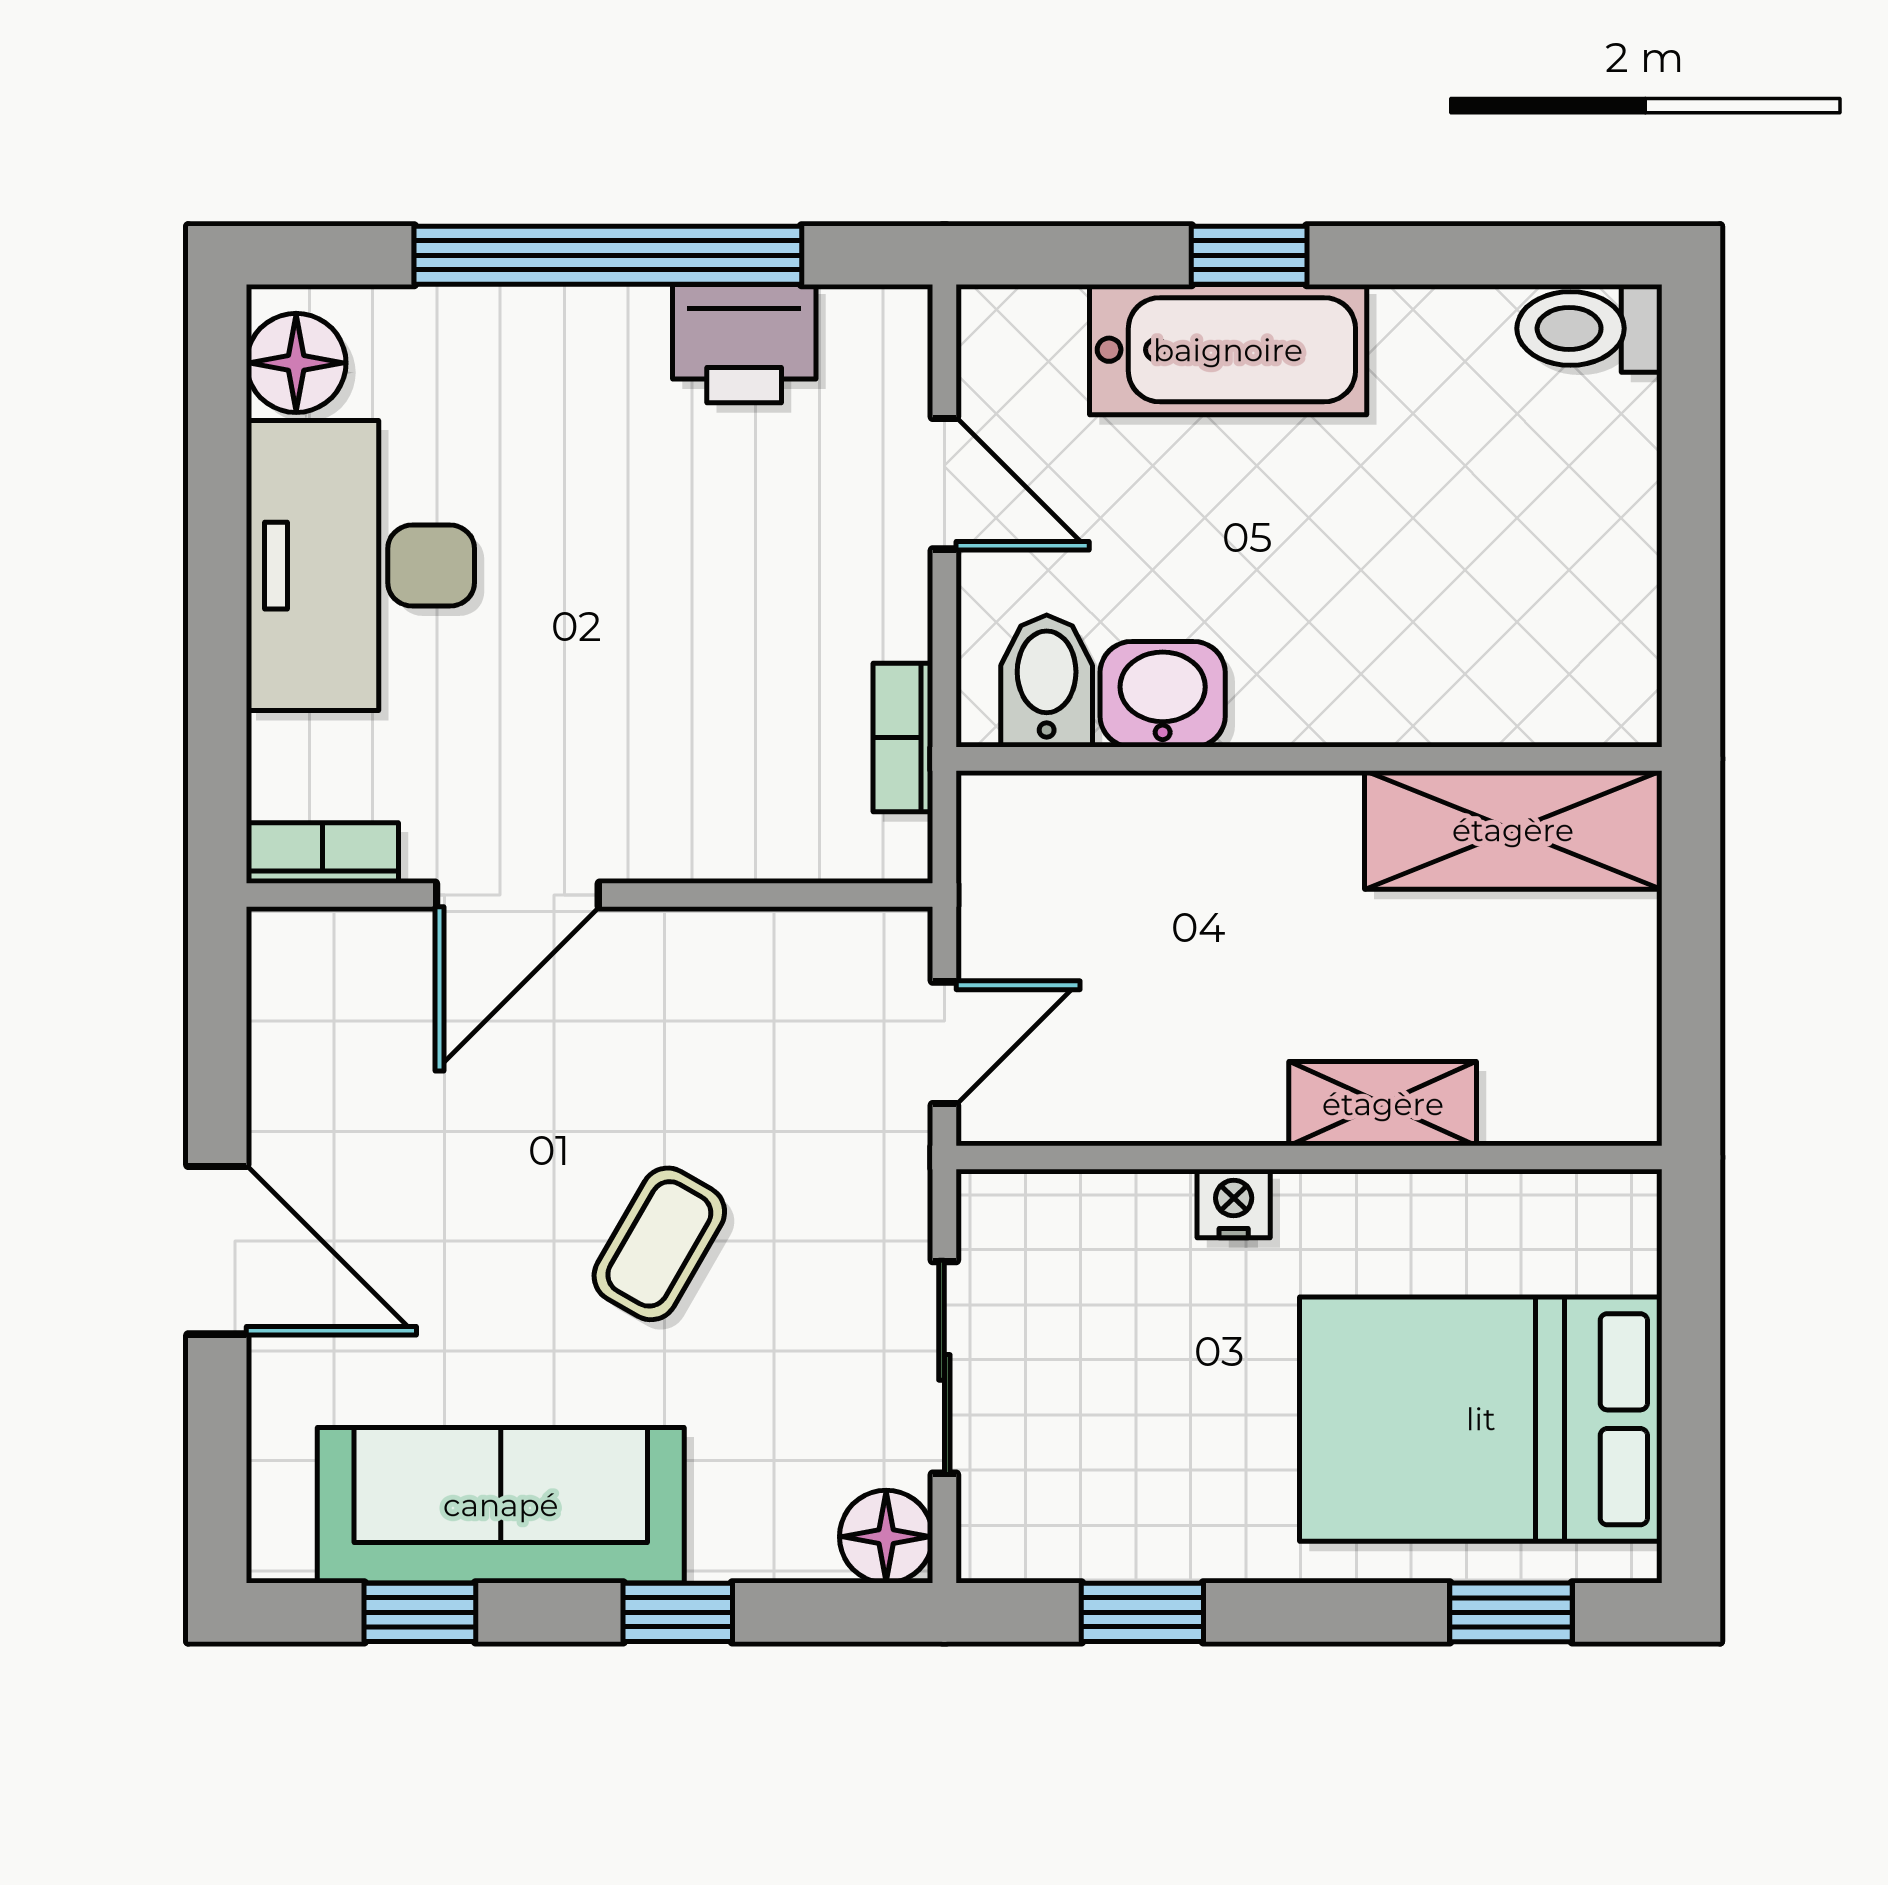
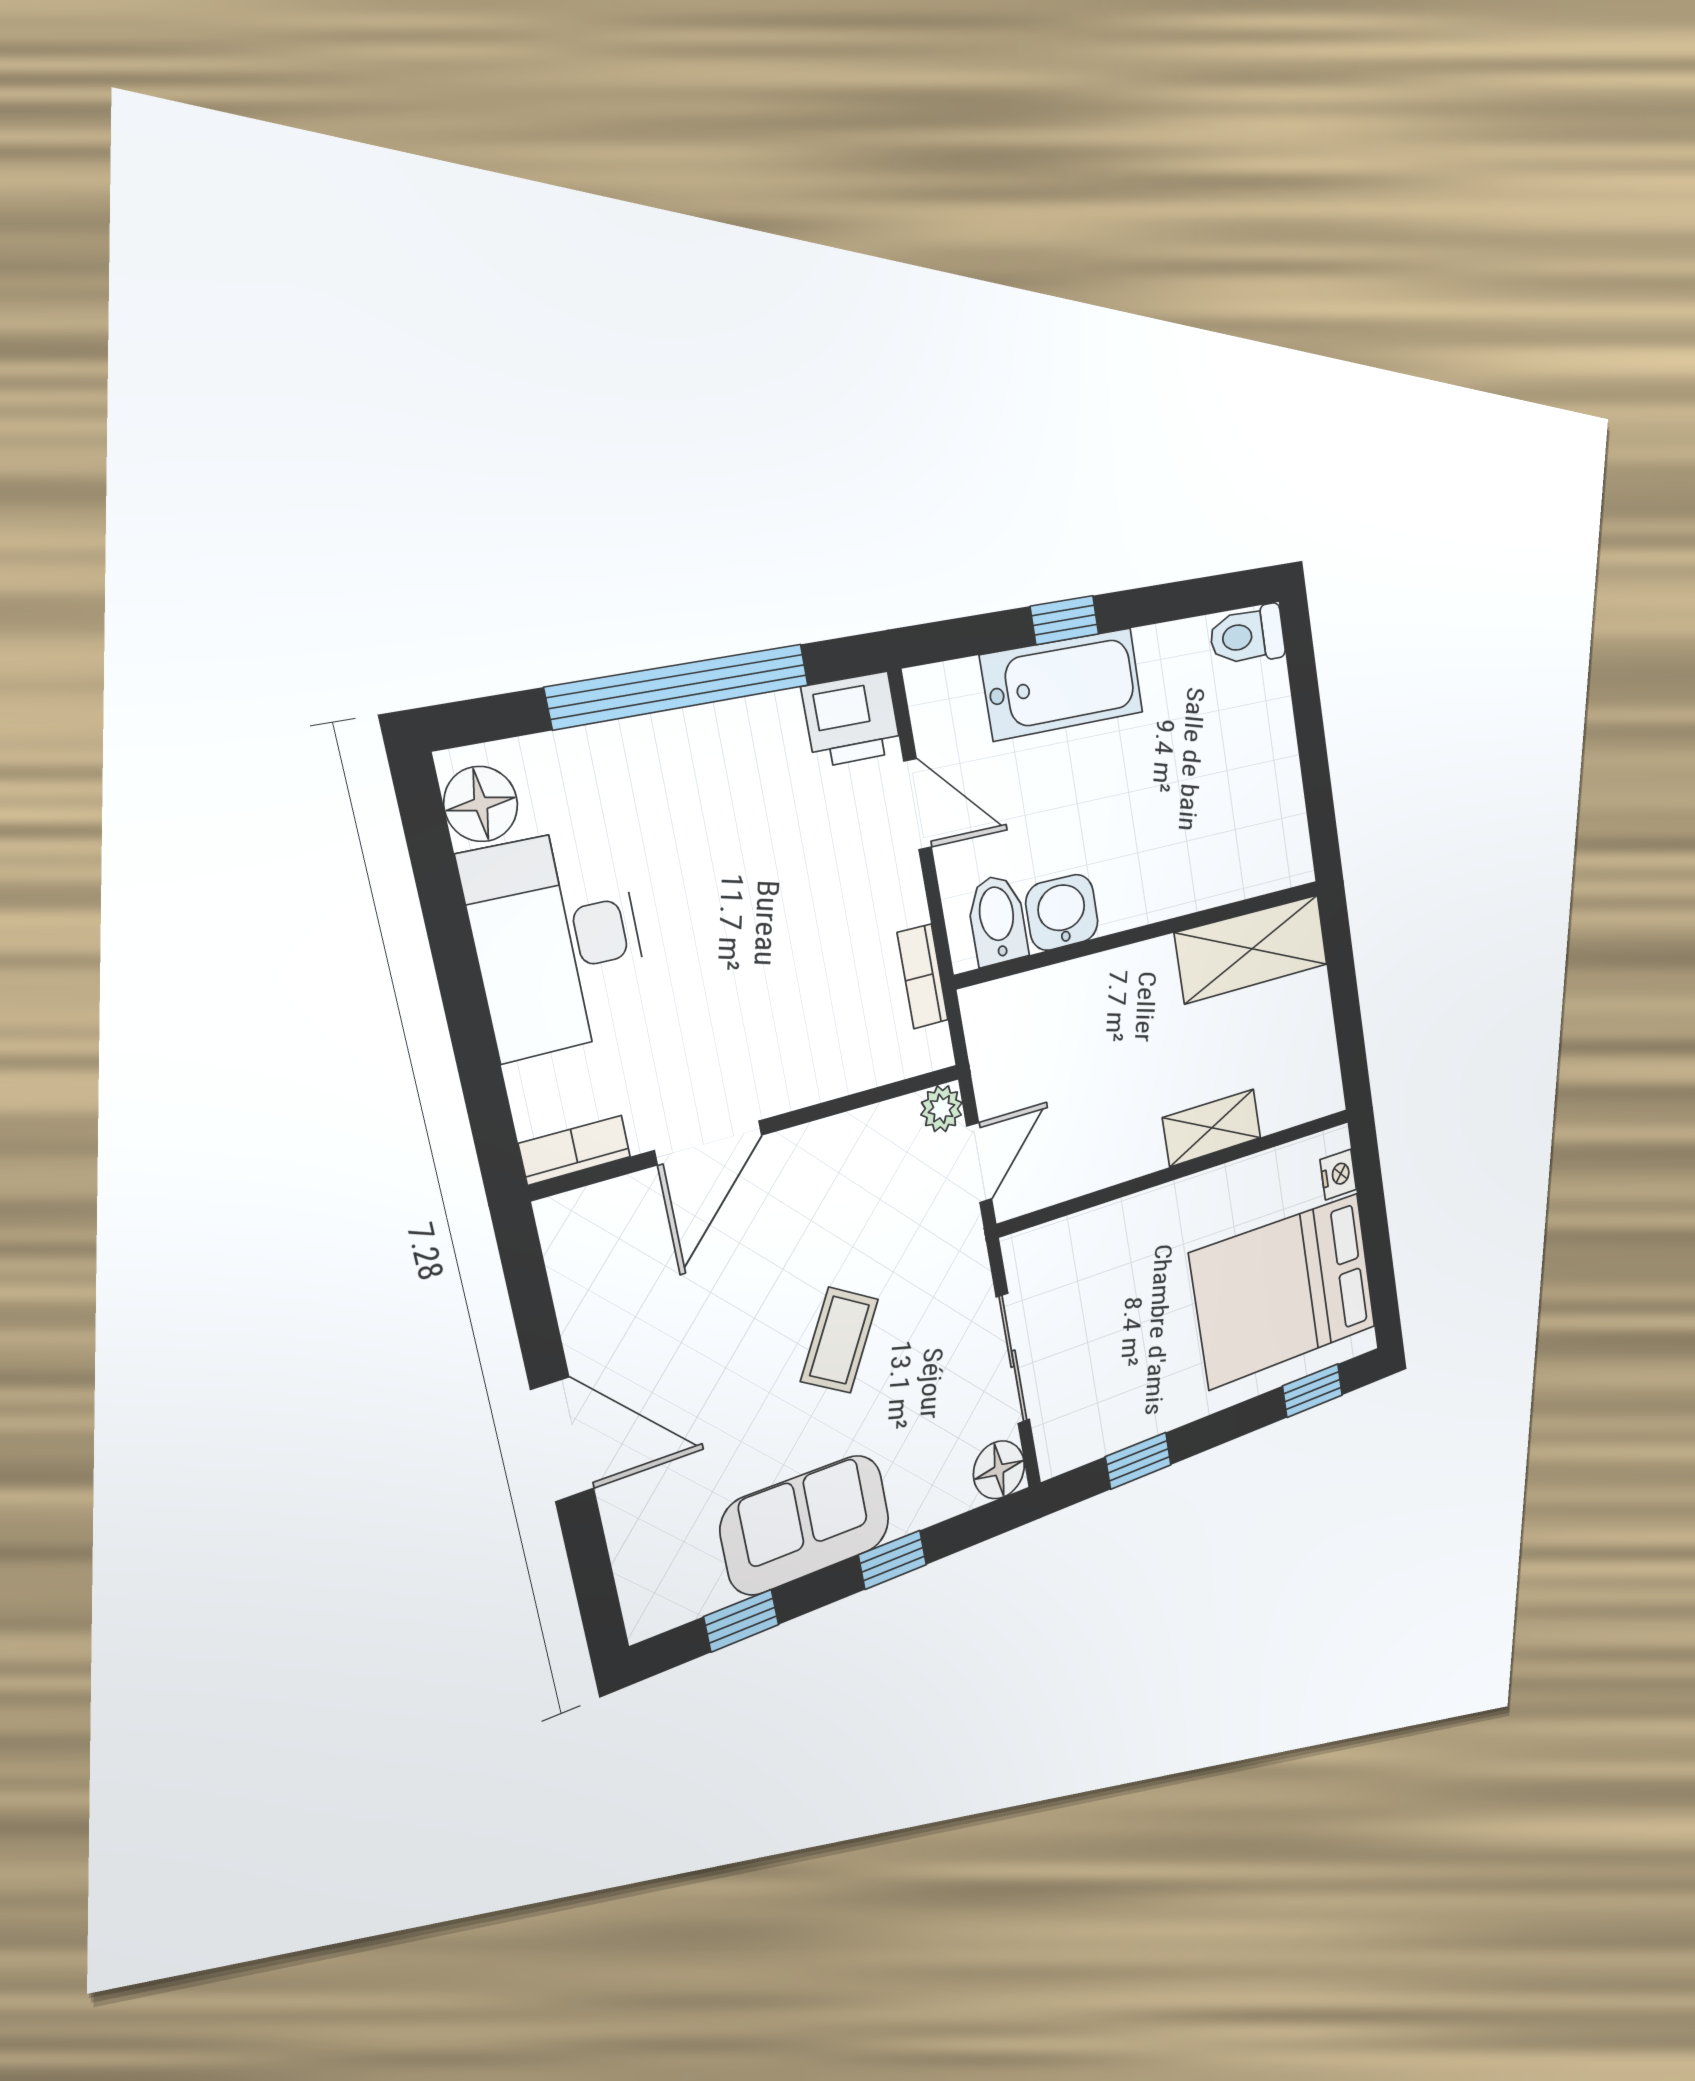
printer: (744, 344) -> (852, 720), moved
plant: (896, 943) -> (942, 1109), added
nightstand: (1234, 1204) -> (1338, 1174), moved, turned 90
sofa: (501, 1505) -> (806, 1525), width x0.73

